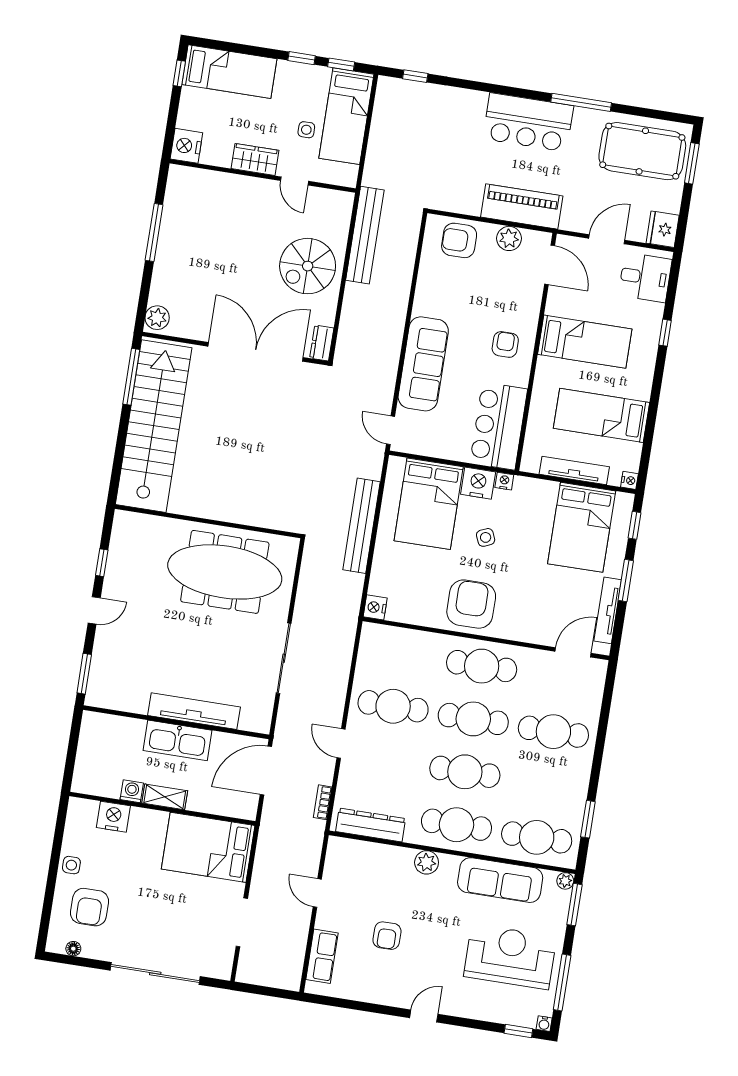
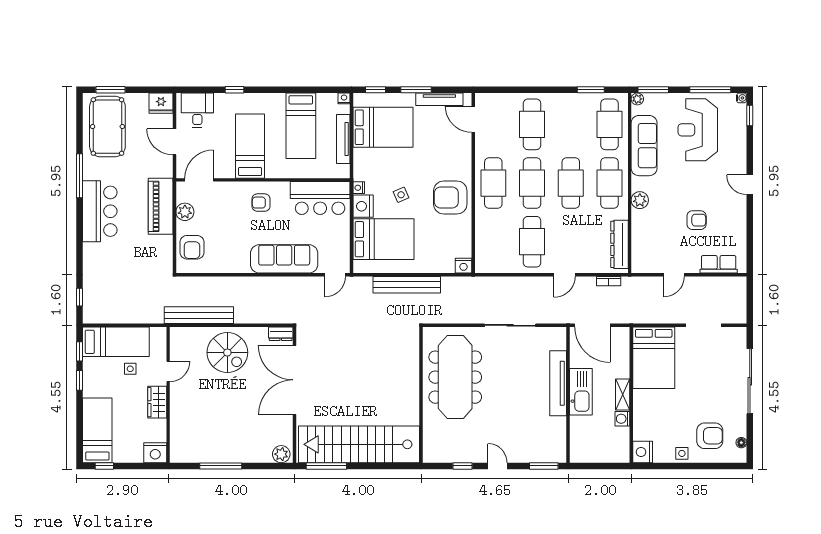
nightstand: (113, 817) -> (643, 452), moved

